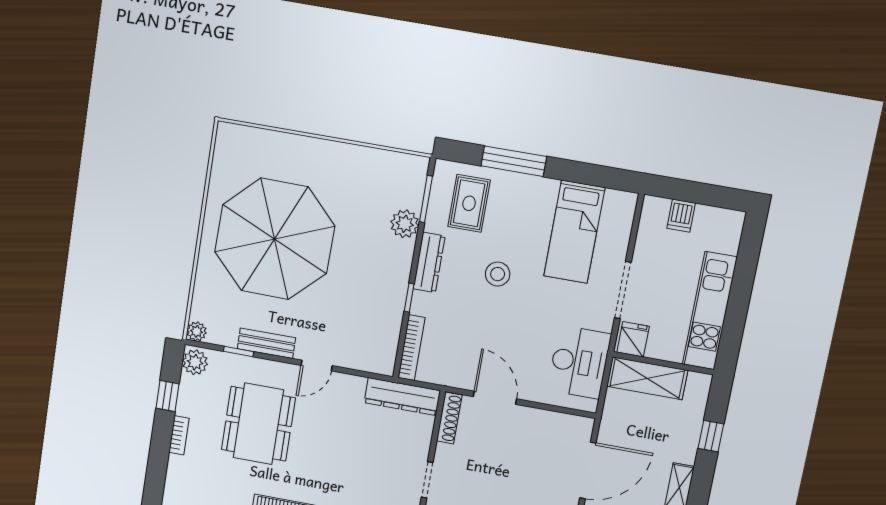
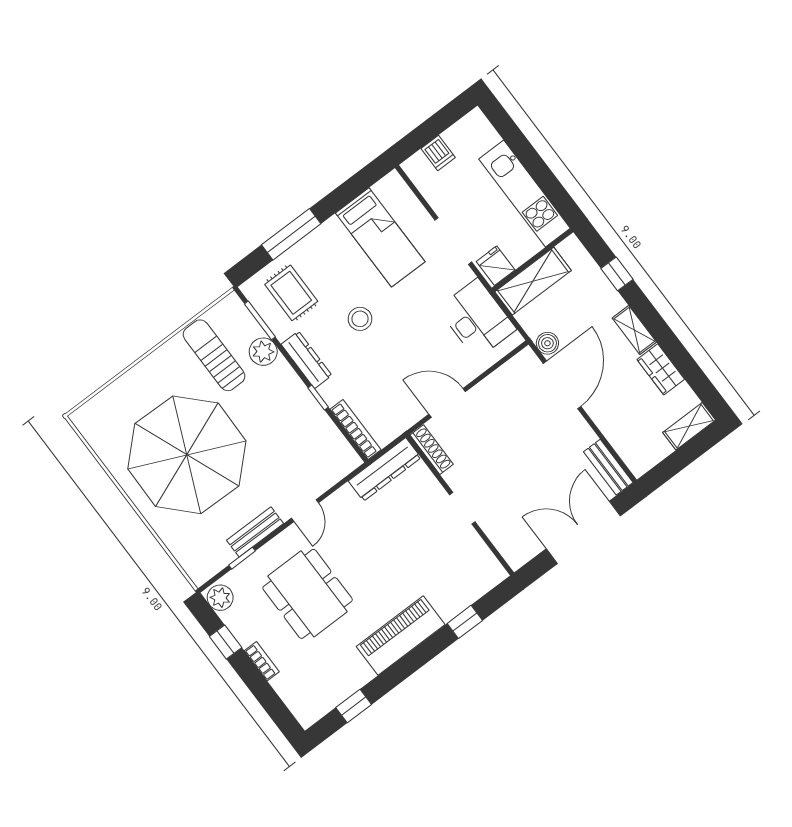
sun lounger: (367, 189) -> (214, 355), added
plant: (197, 331) -> (199, 575), removed
boiler: (609, 432) -> (547, 343), added

